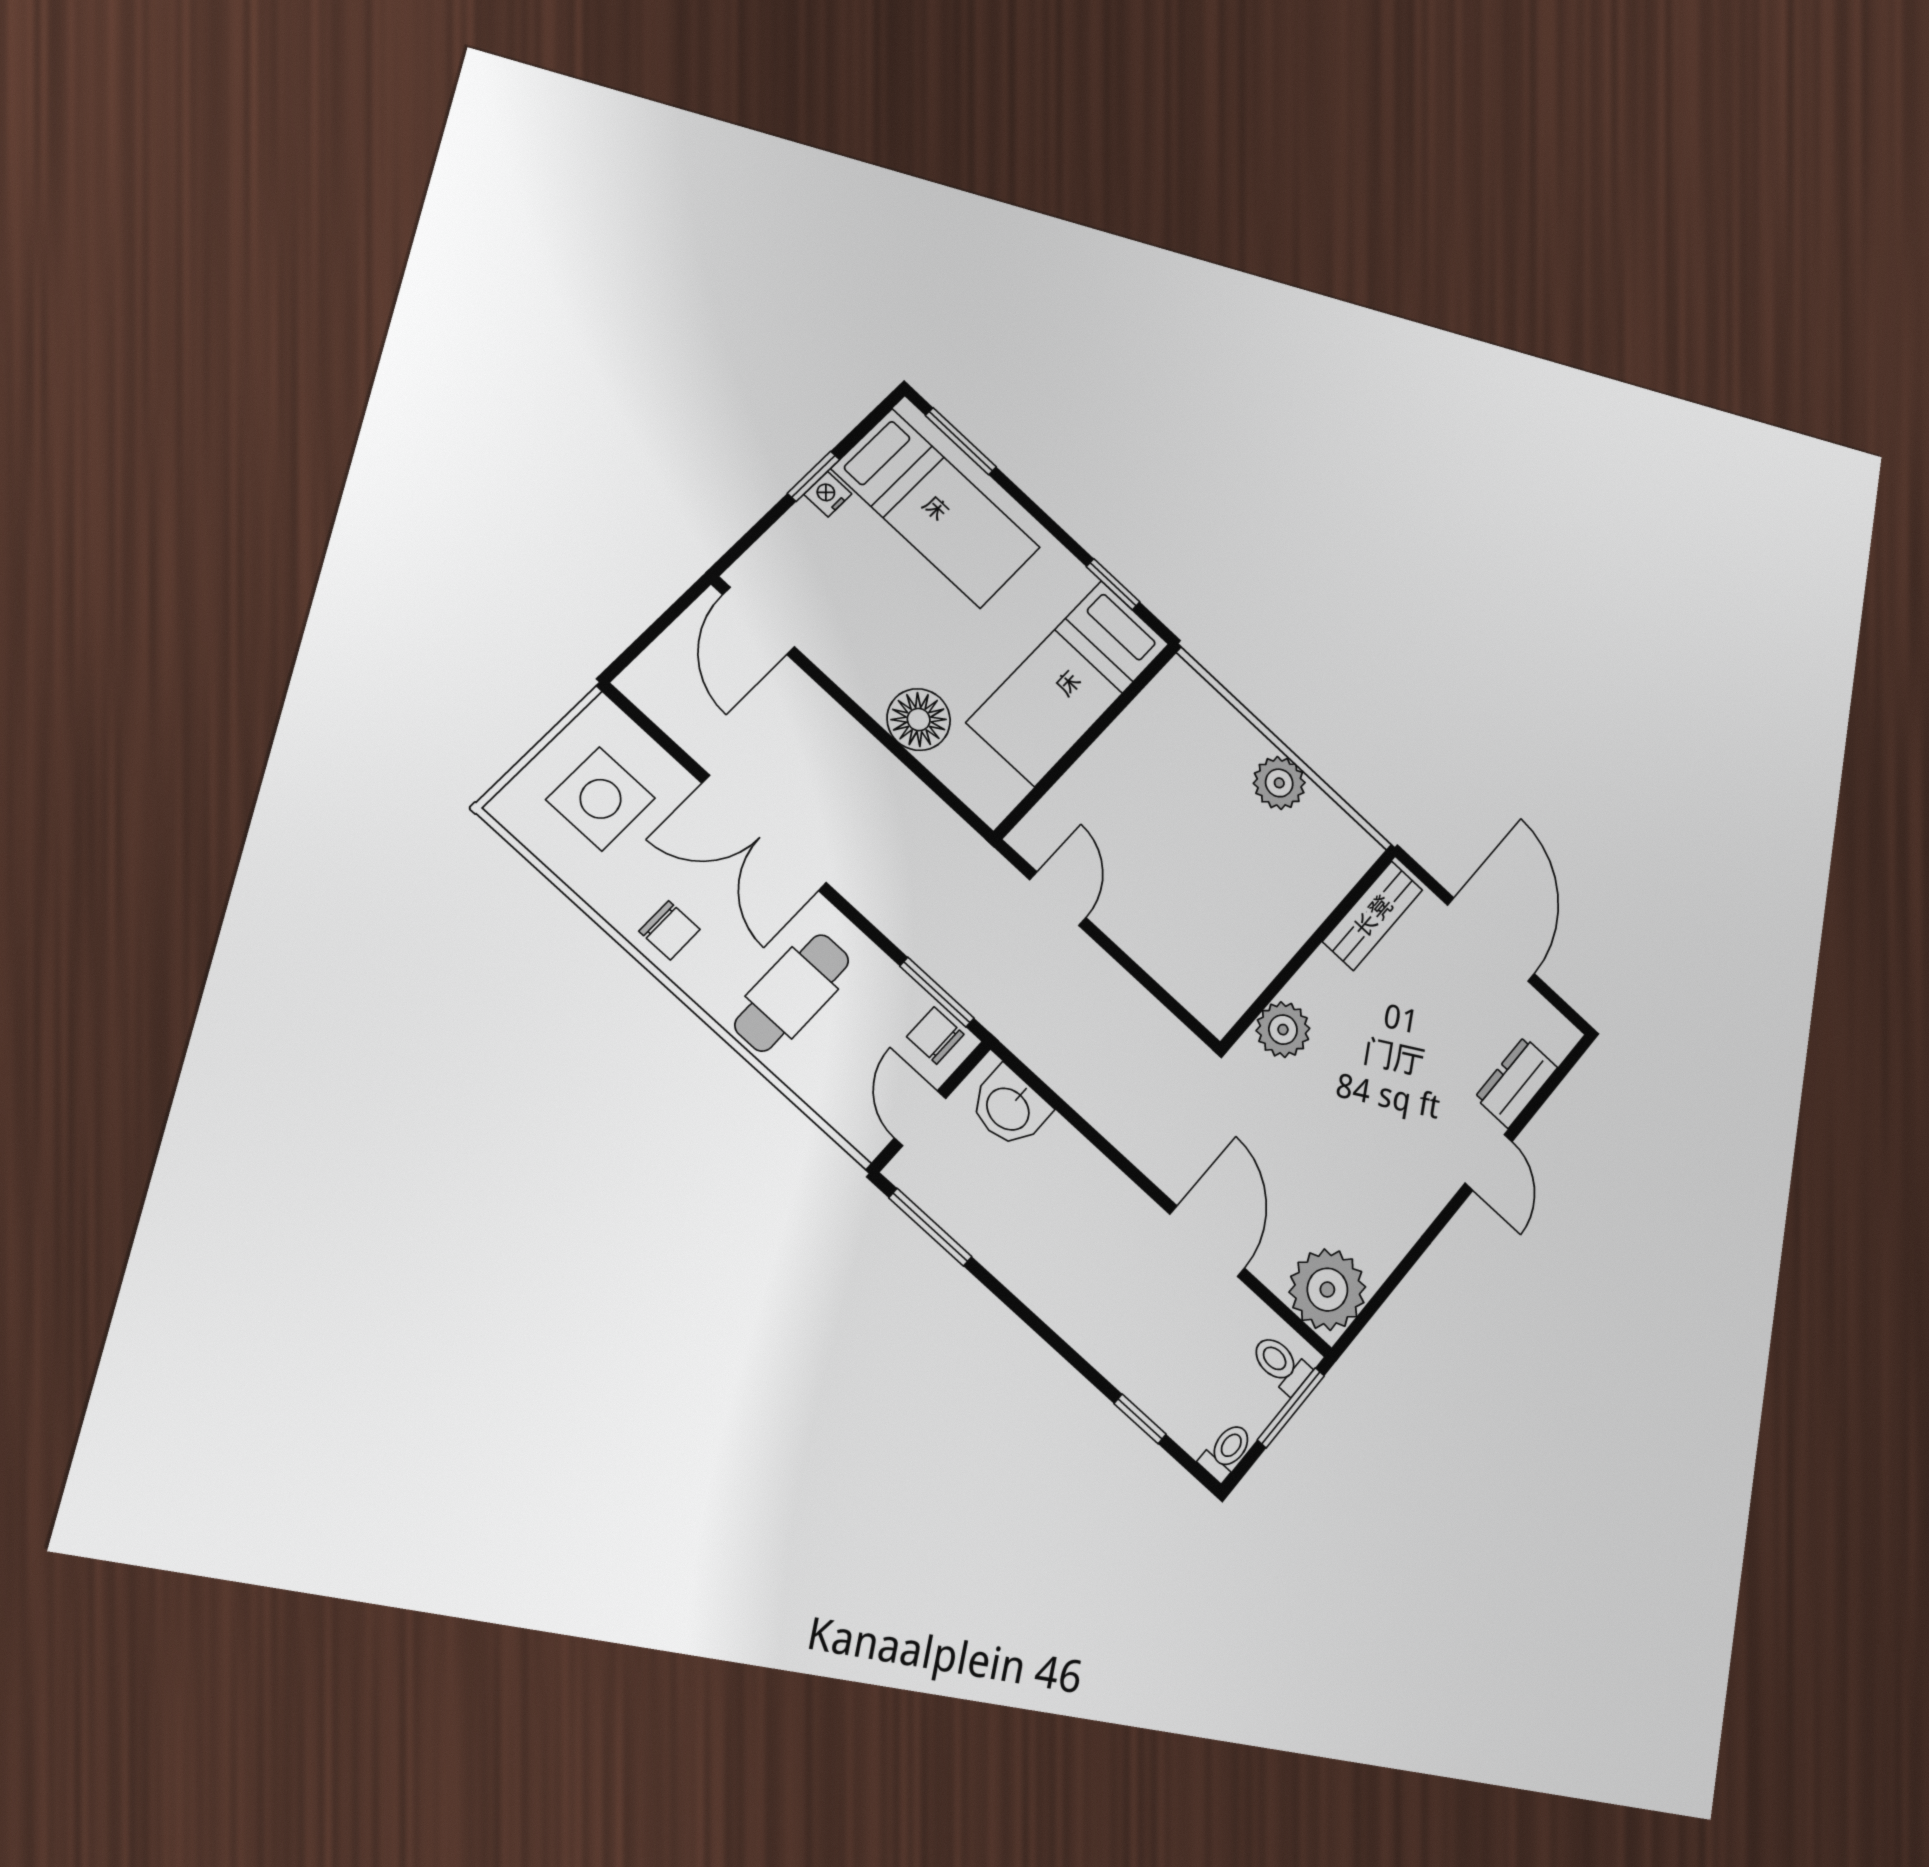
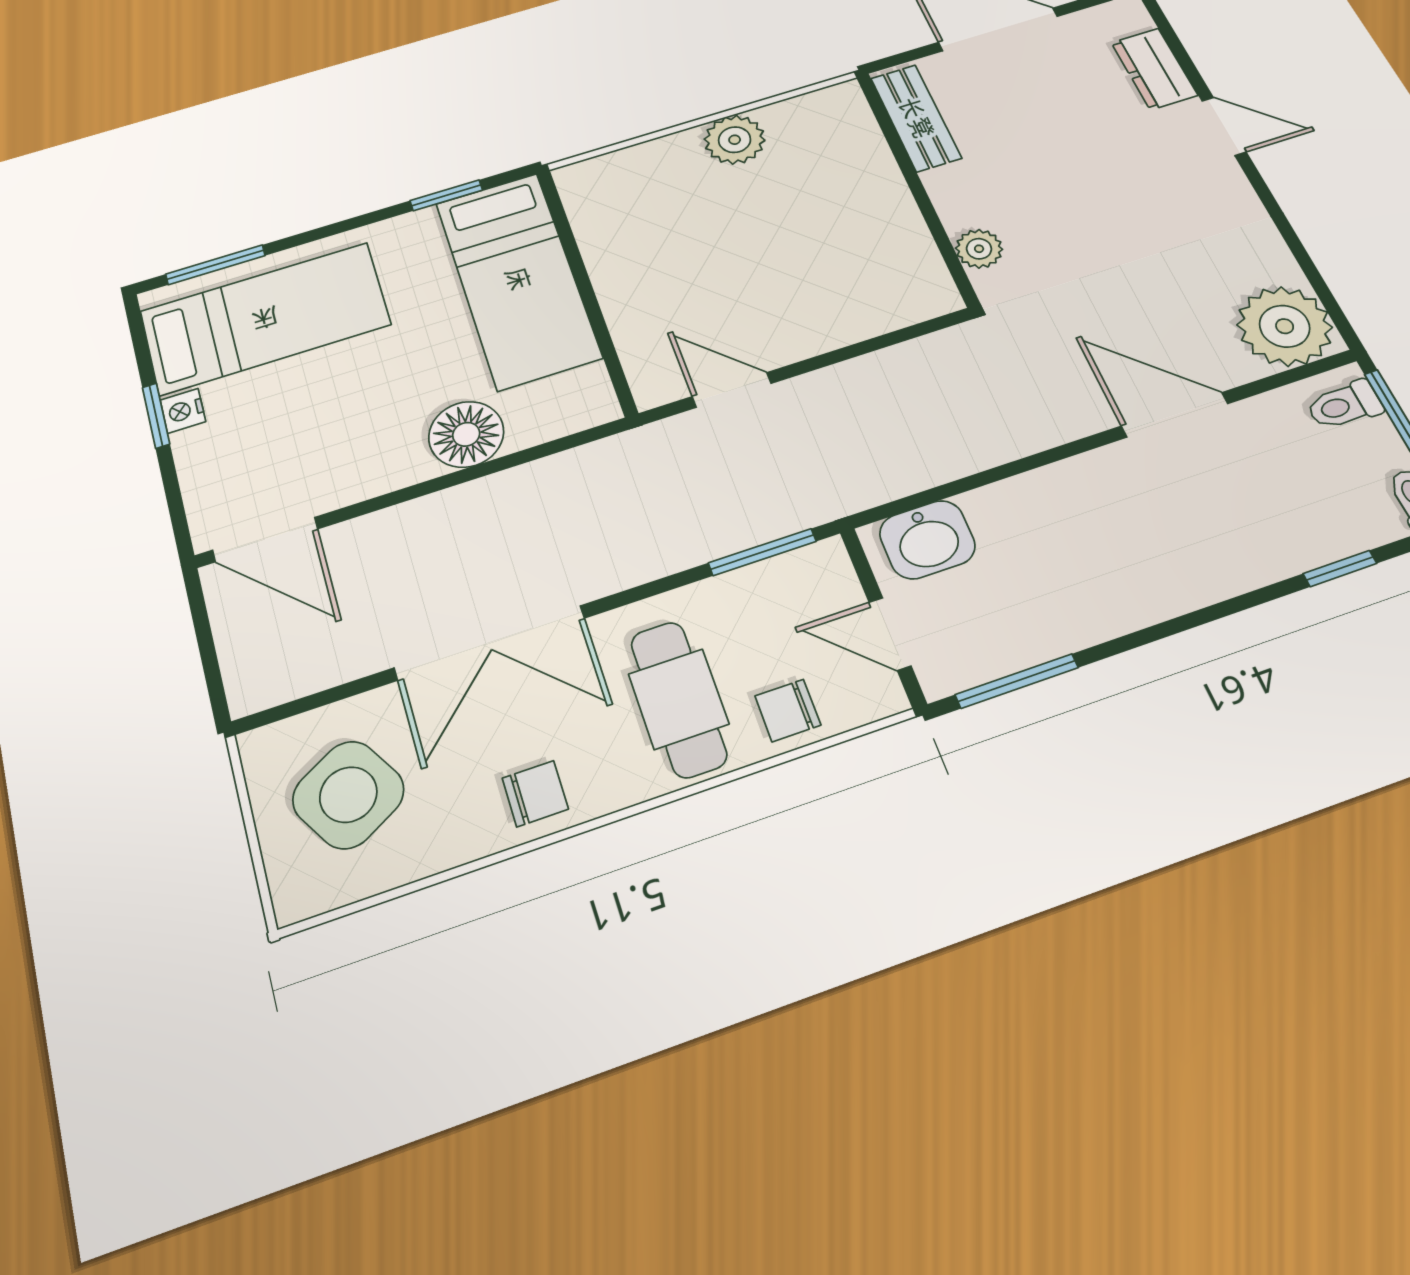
side table: (601, 799) -> (348, 795), turned -30
plant: (1283, 1030) -> (979, 249), width x0.73, depth x0.73
chair: (935, 1035) -> (788, 710), moved

